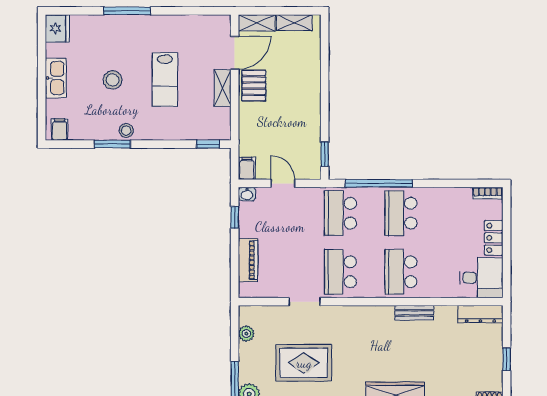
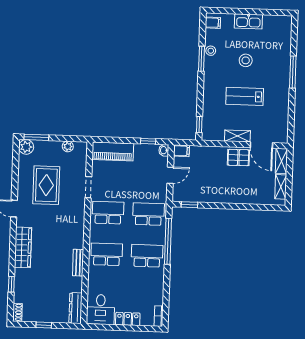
fridge: (57, 28) -> (282, 23), removed
stool: (126, 130) -> (211, 51), moved
piano: (248, 260) -> (113, 151), width x1.37, depth x1.33

